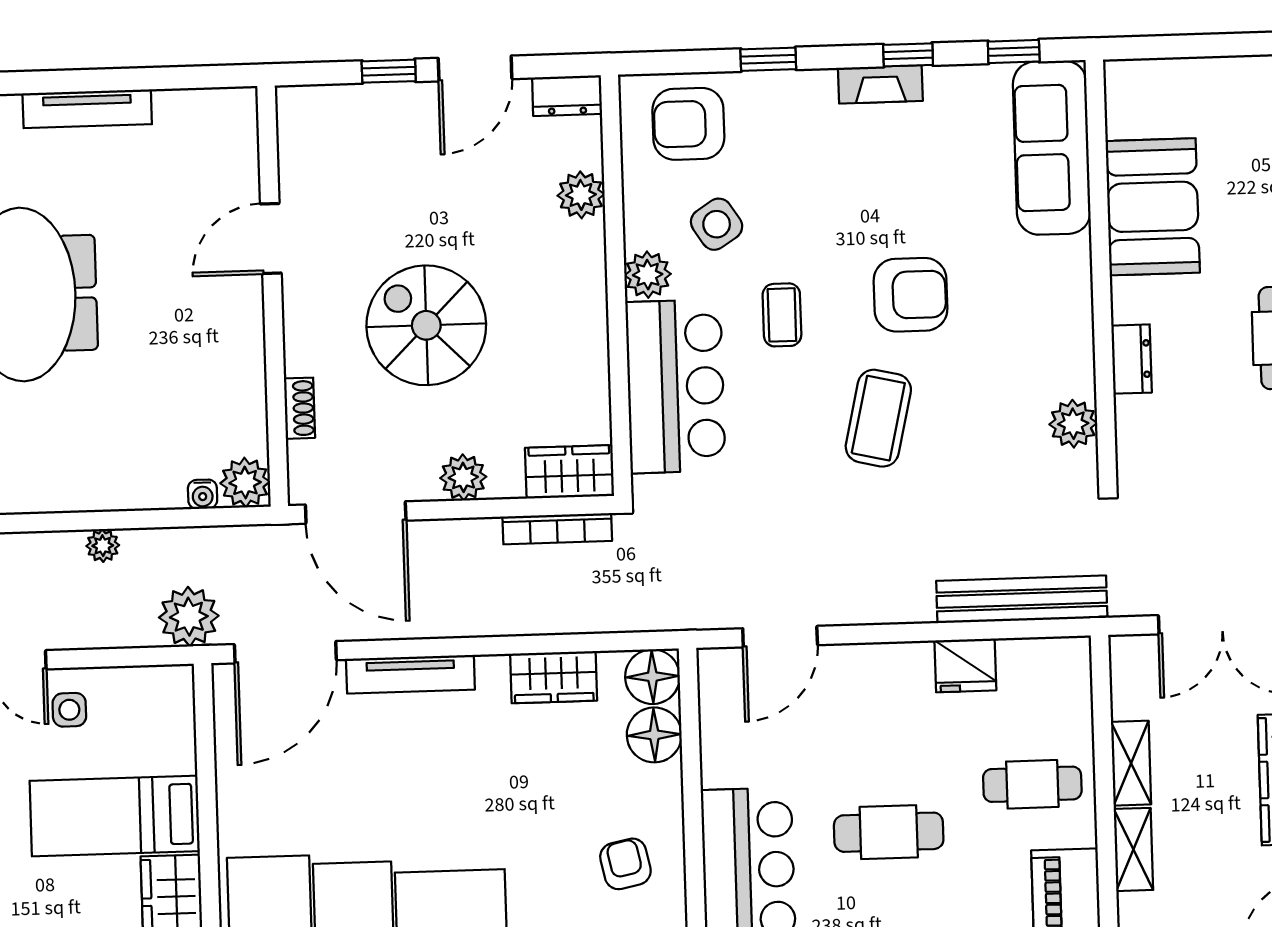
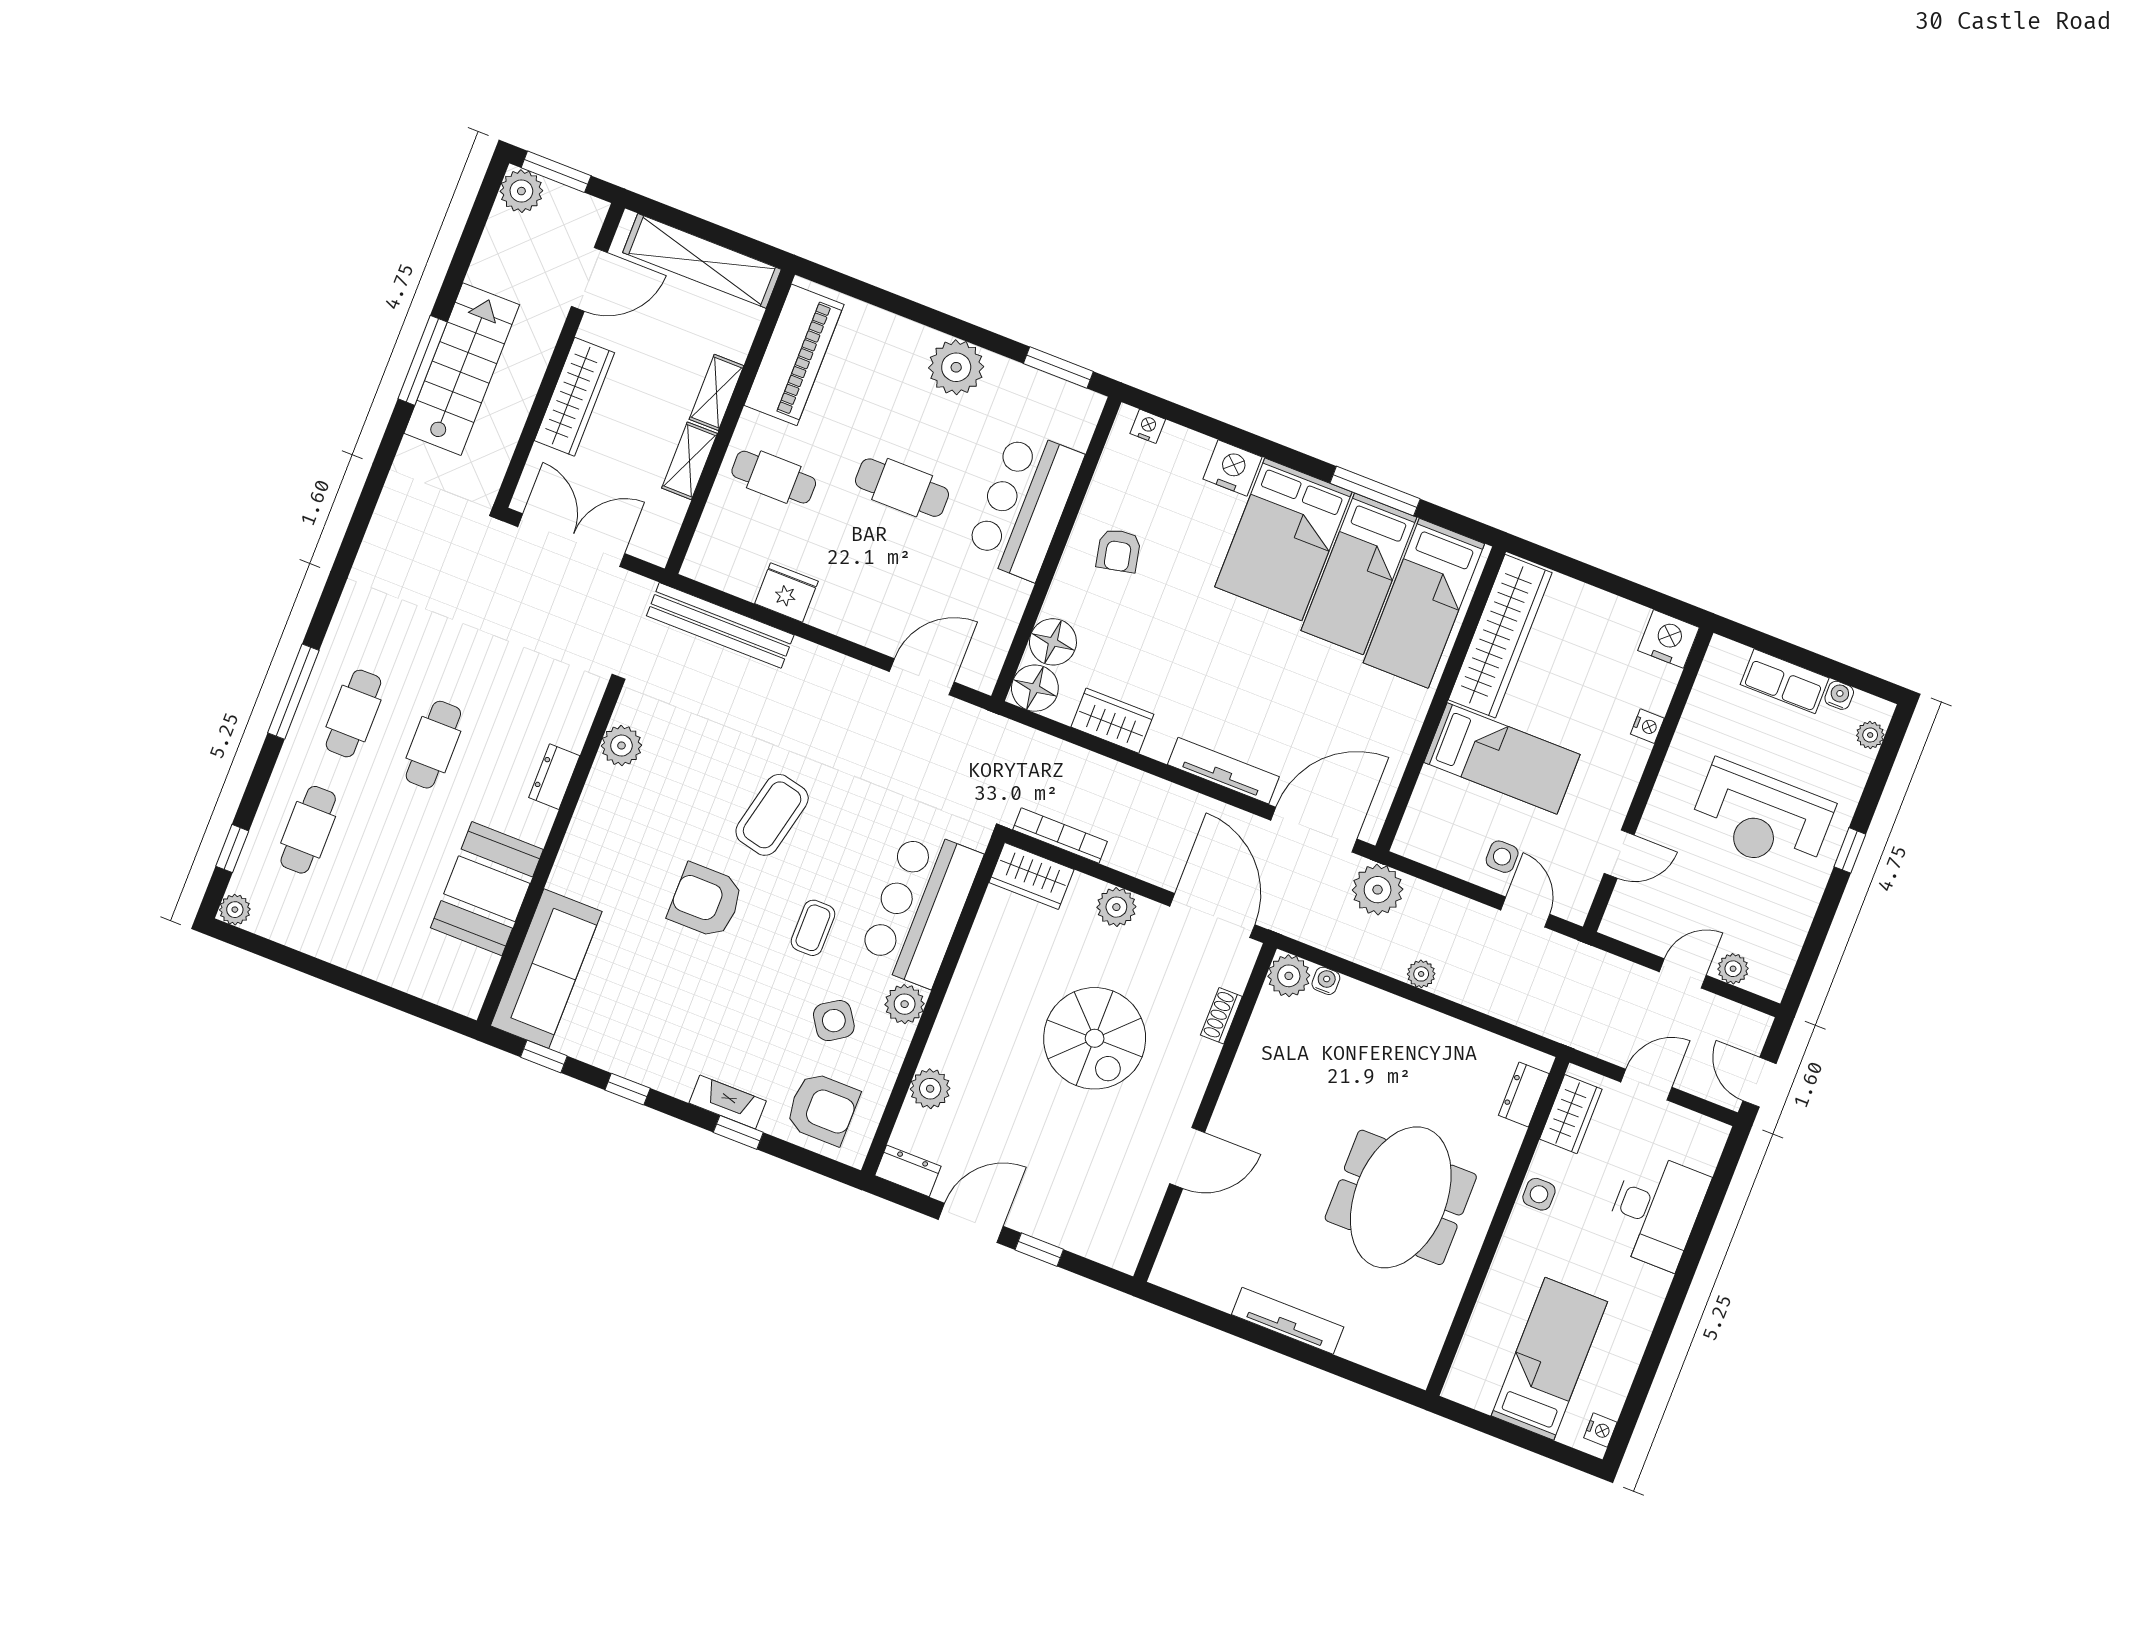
fireplace: (880, 84) -> (728, 1102), moved

